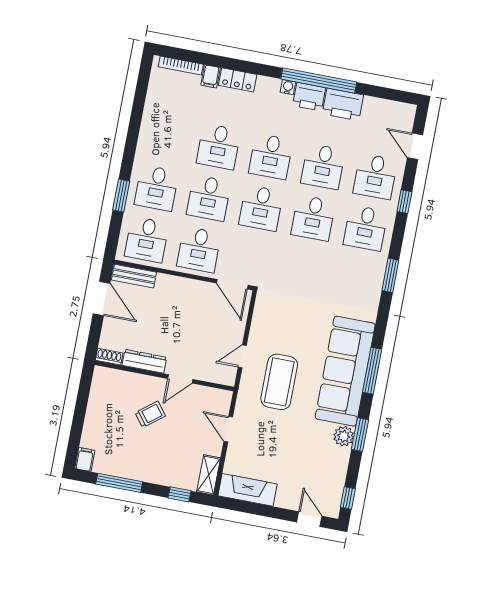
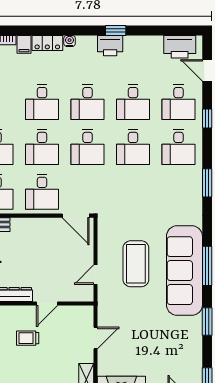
window: (319, 81) -> (116, 31), width x0.32
water cooler: (288, 87) -> (70, 41), moved
printer: (343, 104) -> (180, 47), moved
coffee table: (279, 382) -> (136, 264), moved
trolley: (150, 414) -> (28, 338), turned -142
door: (228, 429) -> (96, 338), swing flipped
plant: (344, 436) -> (194, 326), removed

